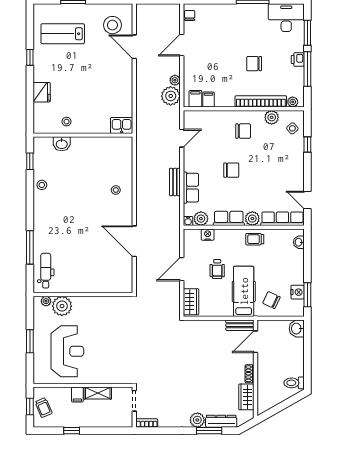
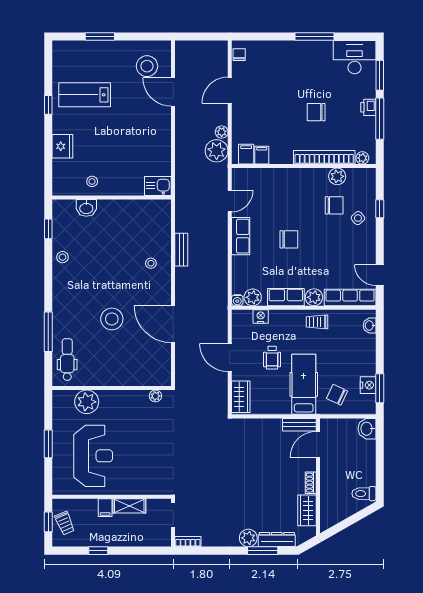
lab bench: (63, 34) -> (85, 95), moved
side table: (292, 128) -> (358, 218), moved
chair: (243, 131) -> (334, 205), moved
bench: (175, 182) -> (181, 250), moved
row of seats: (191, 188) -> (241, 236), moved
stool: (83, 237) -> (112, 319), added
door: (182, 269) -> (230, 358), hinge flipped
plant: (46, 301) -> (155, 396), moved

